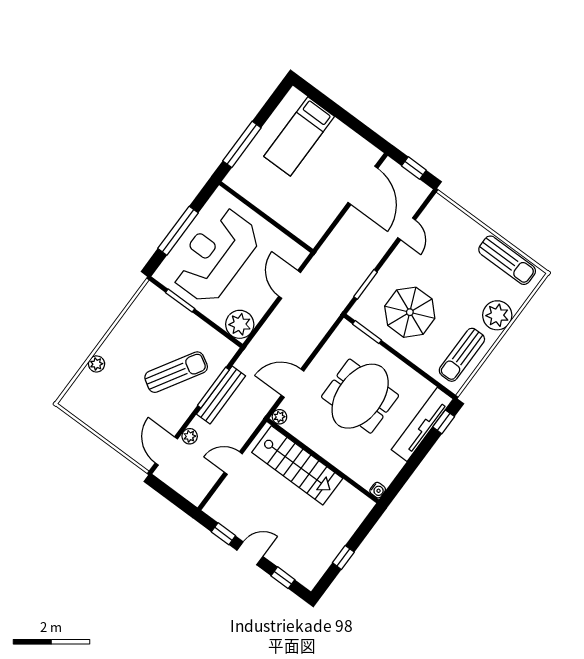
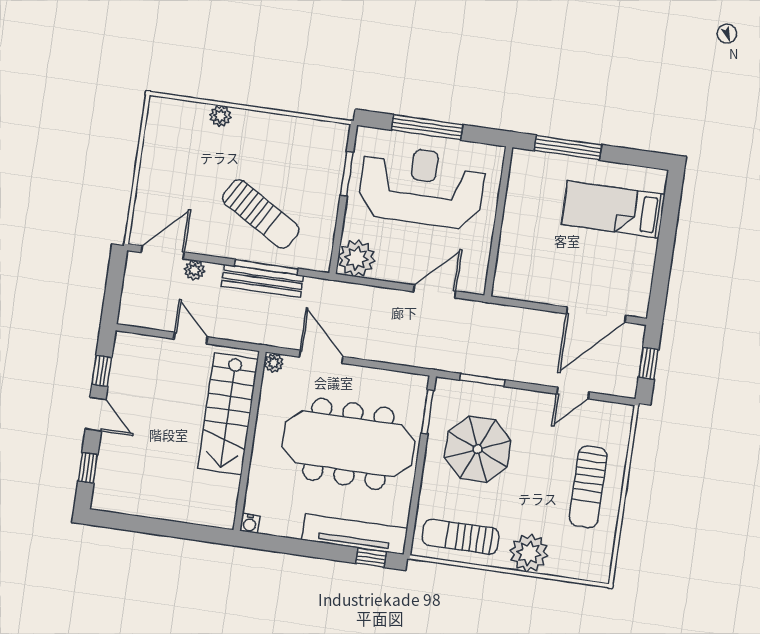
sun lounger: (507, 260) -> (588, 487), moved
meeting table: (360, 396) -> (348, 444), width x1.36
window: (343, 557) -> (150, 526), removed

